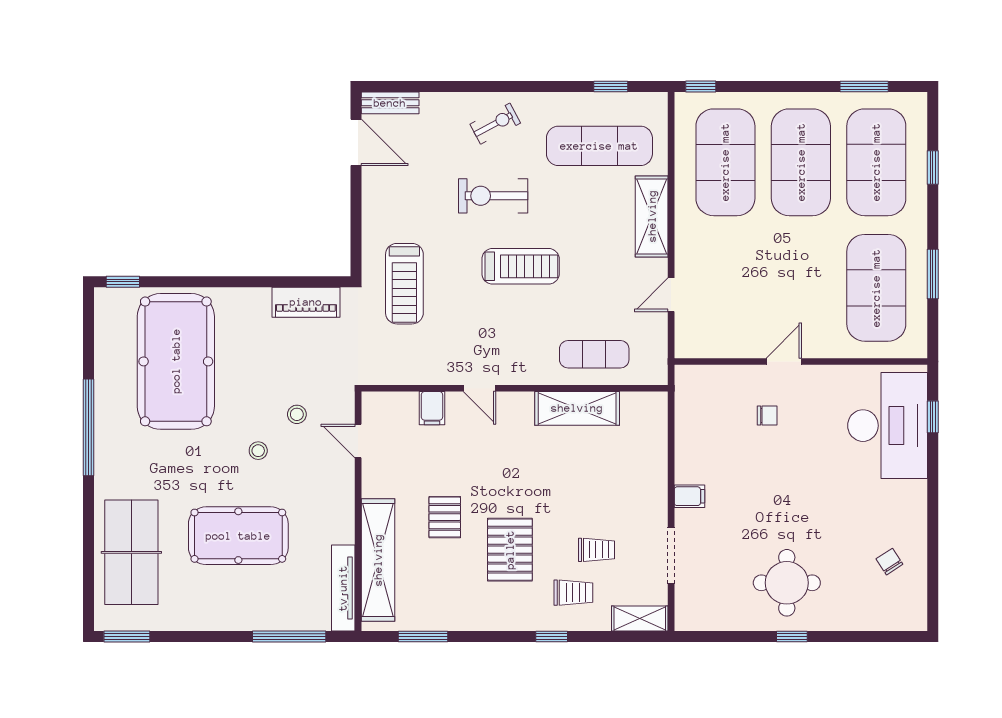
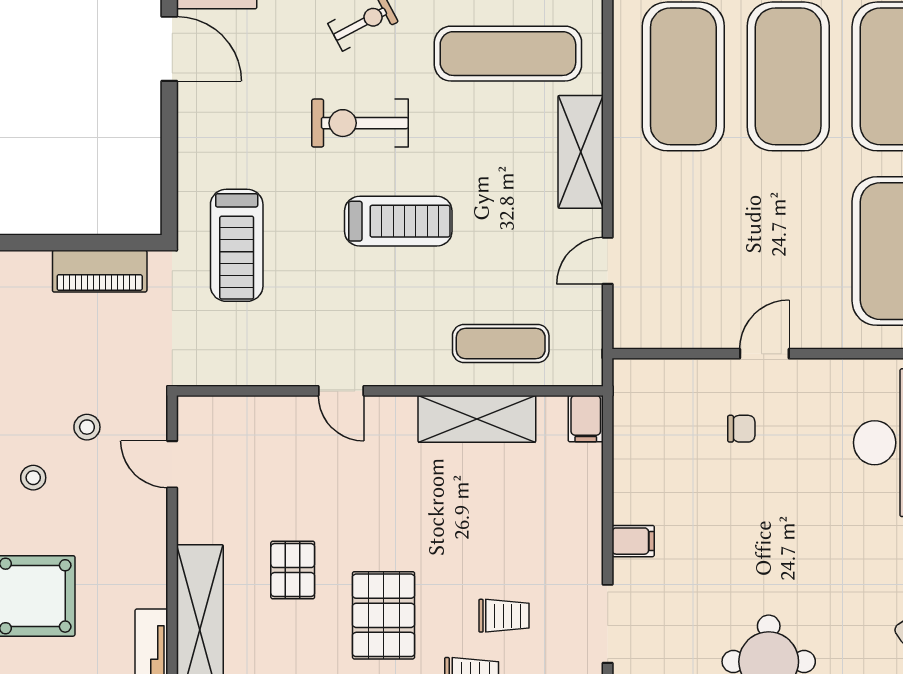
filing cabinet: (432, 408) -> (586, 419), moved

